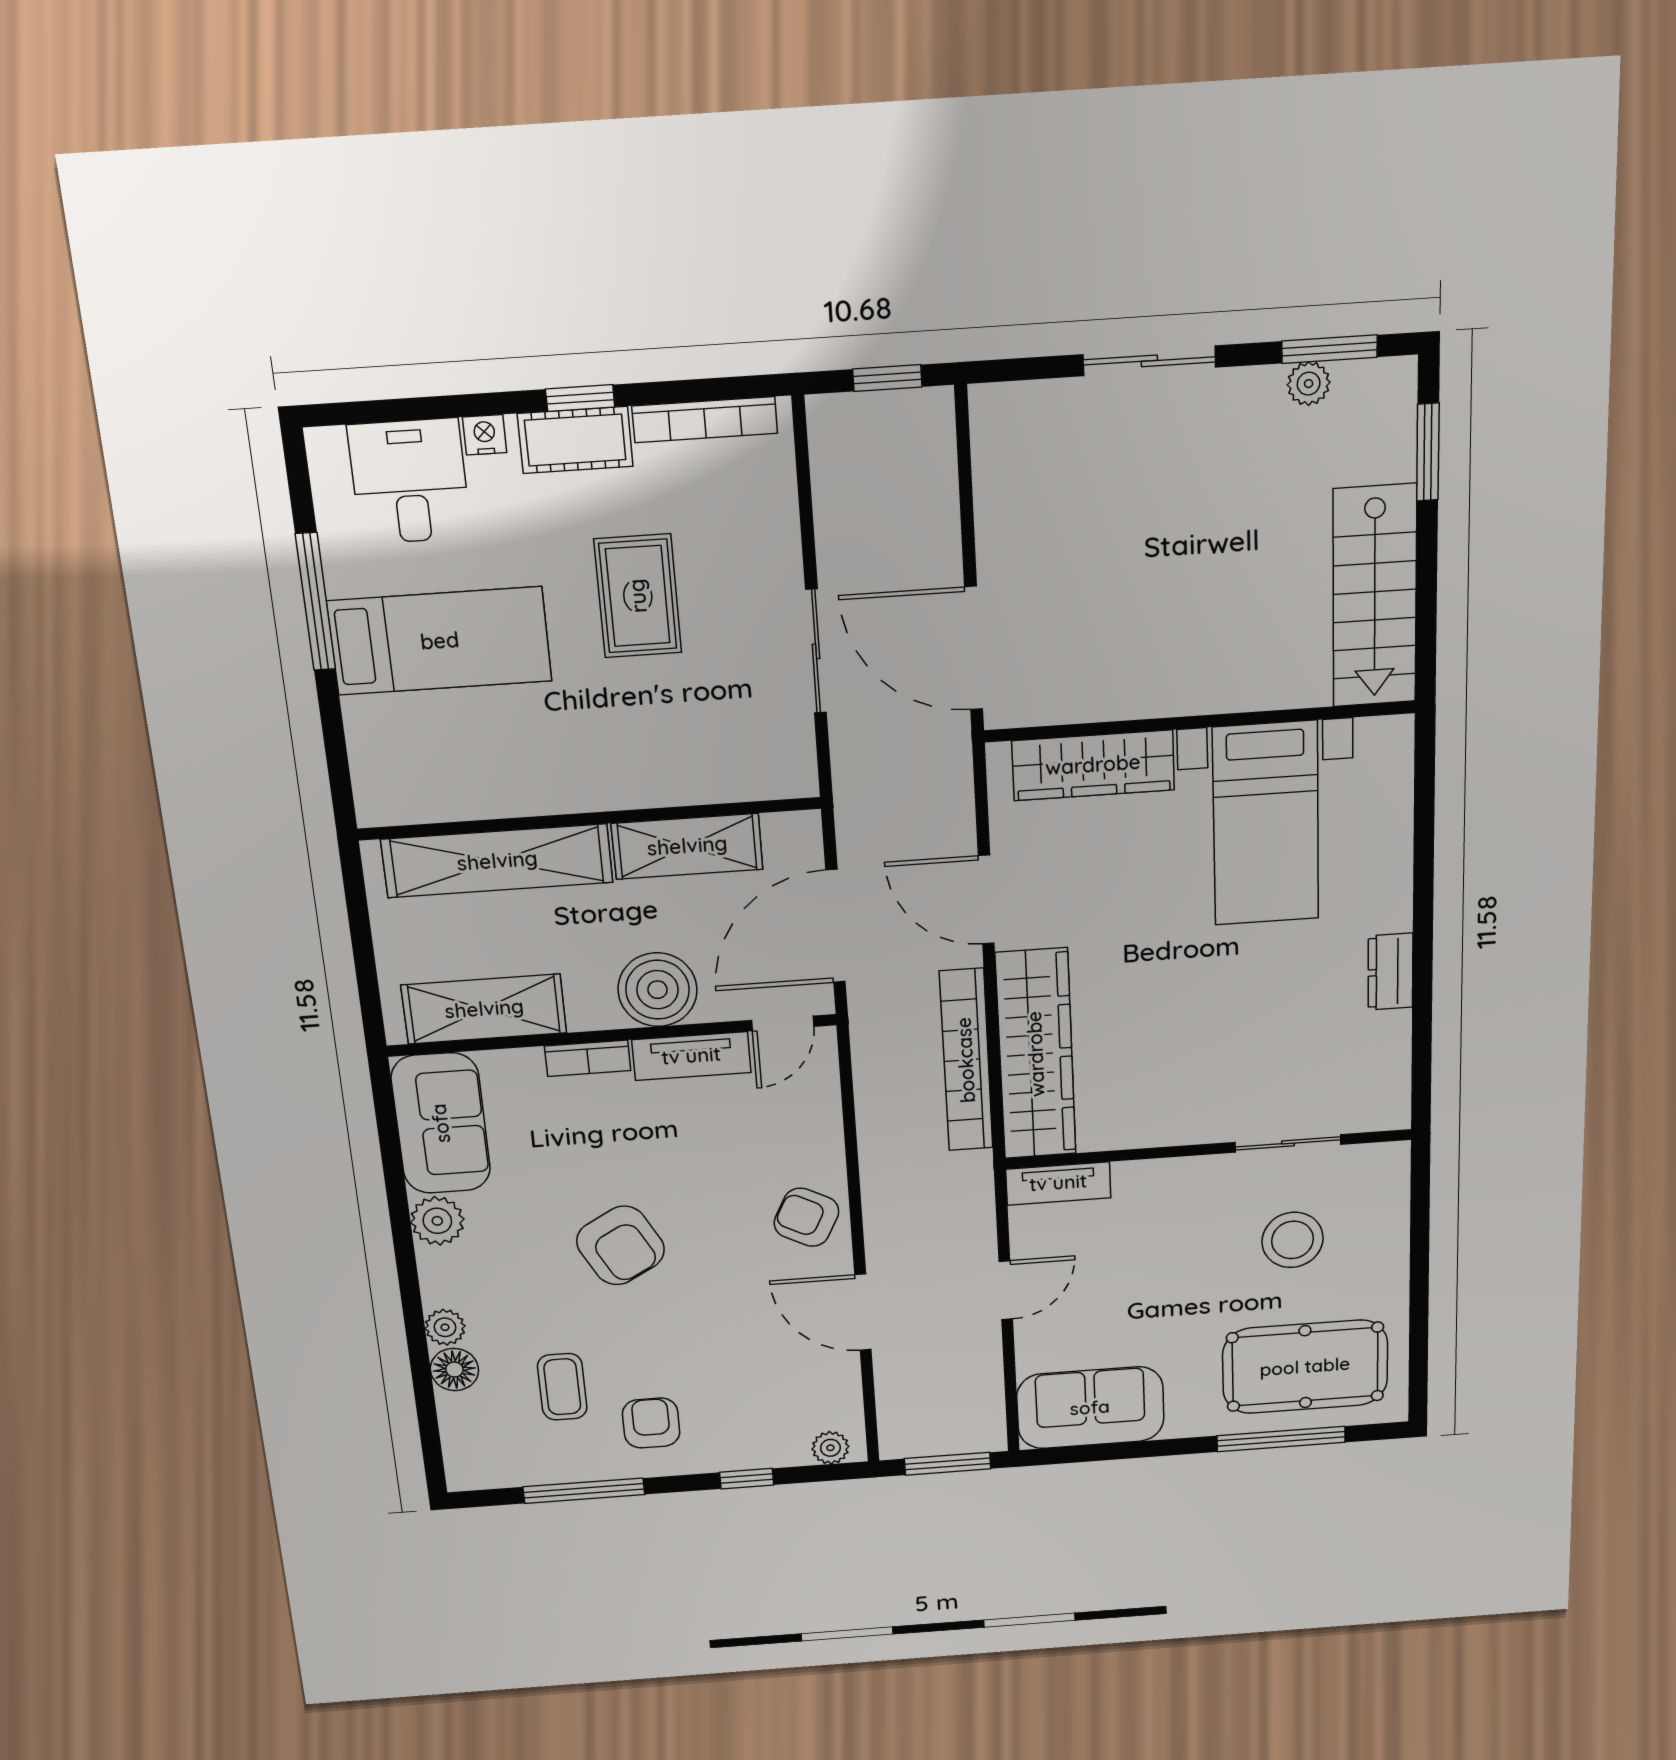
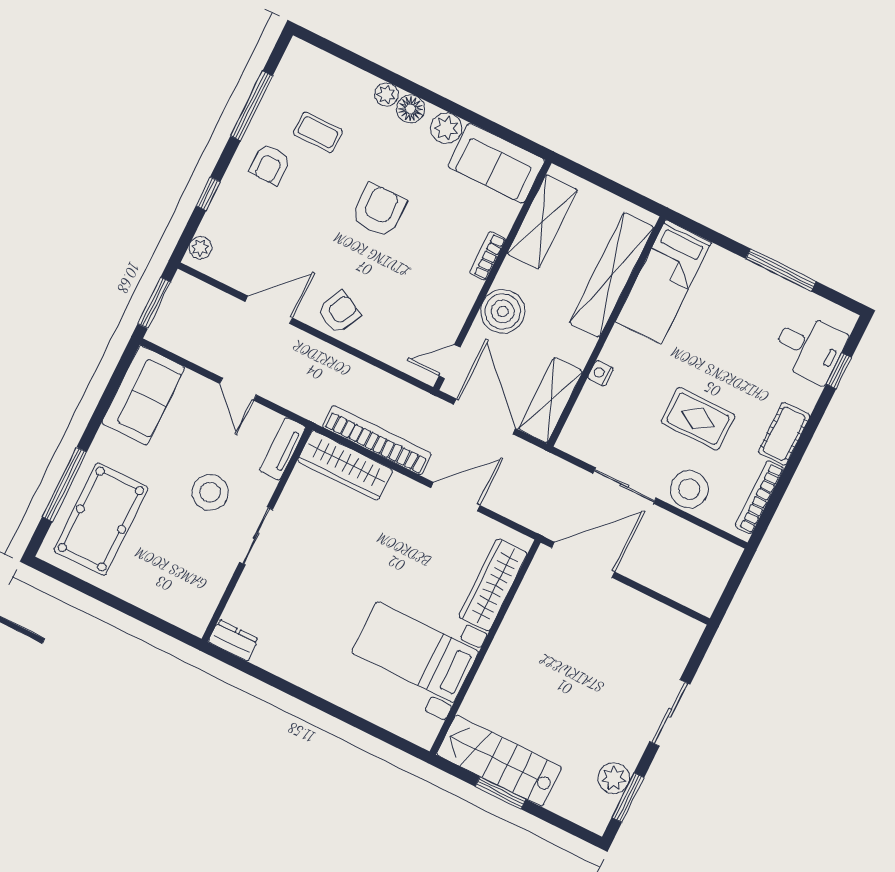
window: (887, 378) -> (730, 590), removed
plant: (1309, 384) -> (614, 778), width x1.38, depth x1.38
window: (580, 398) -> (839, 371), moved
nightstand: (485, 435) -> (601, 373), moved, turned 180
window: (1428, 452) -> (501, 793), moved
stool: (760, 544) -> (689, 489), added
bed: (440, 641) -> (663, 282), moved
shelving: (687, 846) -> (551, 400), moved
dresser: (1390, 972) -> (233, 640), moved
door: (783, 1023) -> (450, 362), hinge flipped
wardrobe: (1036, 1054) -> (345, 465), width x0.71, depth x0.85
tv unit: (691, 1056) -> (459, 307), removed
sliding door: (1288, 1143) -> (256, 536), moved
stool: (1293, 1240) -> (210, 492), moved
armchair: (620, 1245) -> (379, 210), turned 119
floor lamp: (454, 1369) -> (411, 109), moved
armchair: (651, 1423) -> (270, 164), turned 90

